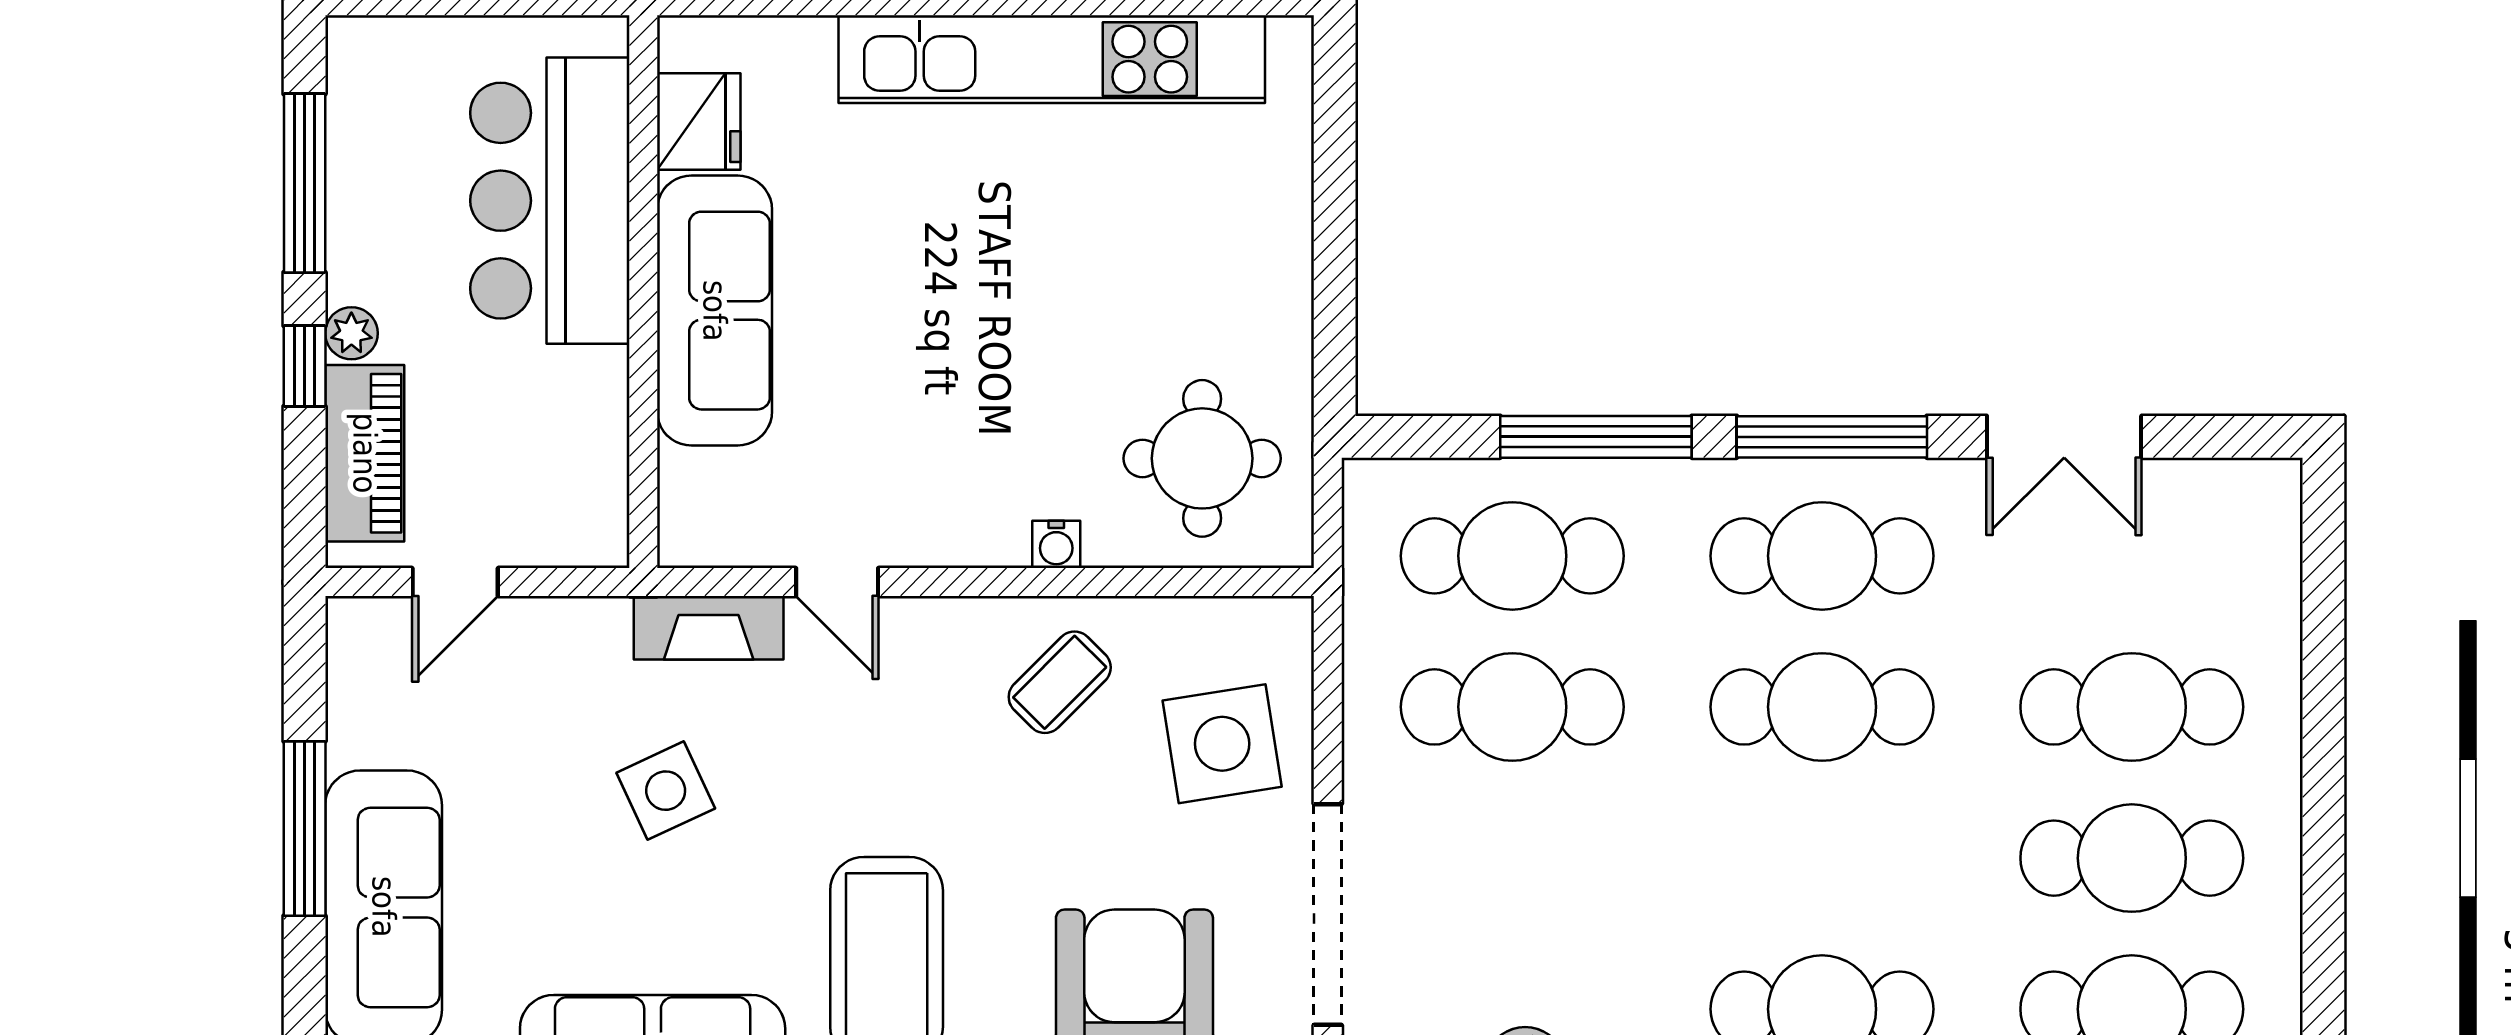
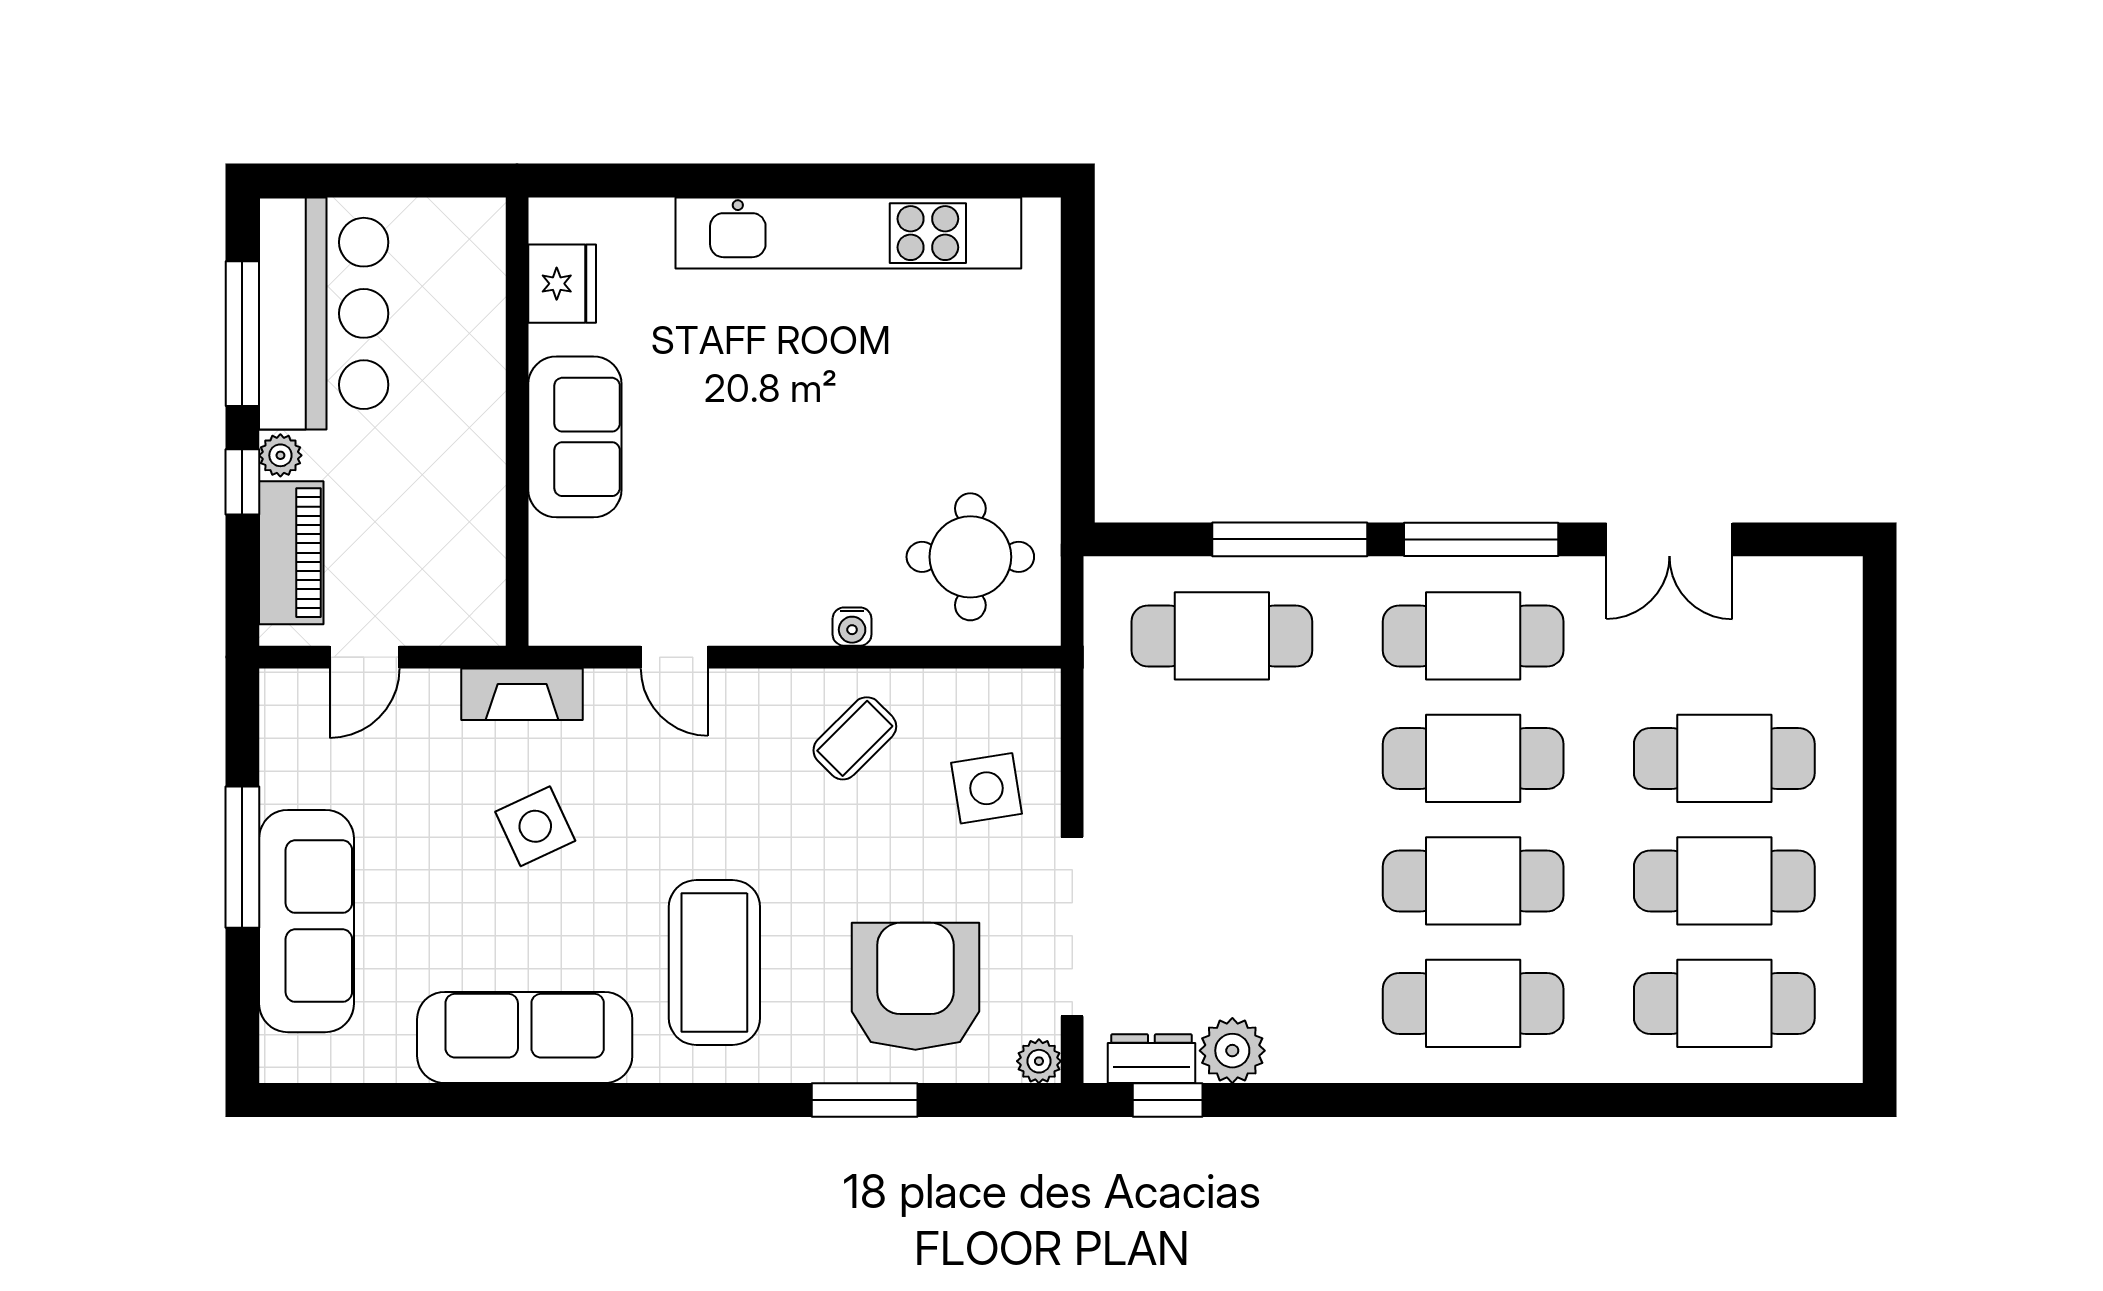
bar counter: (550, 201) -> (324, 313), moved, turned 180
sofa: (715, 311) -> (575, 437), width x0.73
fireplace: (709, 628) -> (522, 694), moved
cafe table: (1512, 707) -> (1473, 881), moved
side table: (1222, 744) -> (987, 788), width x0.73, depth x0.73

